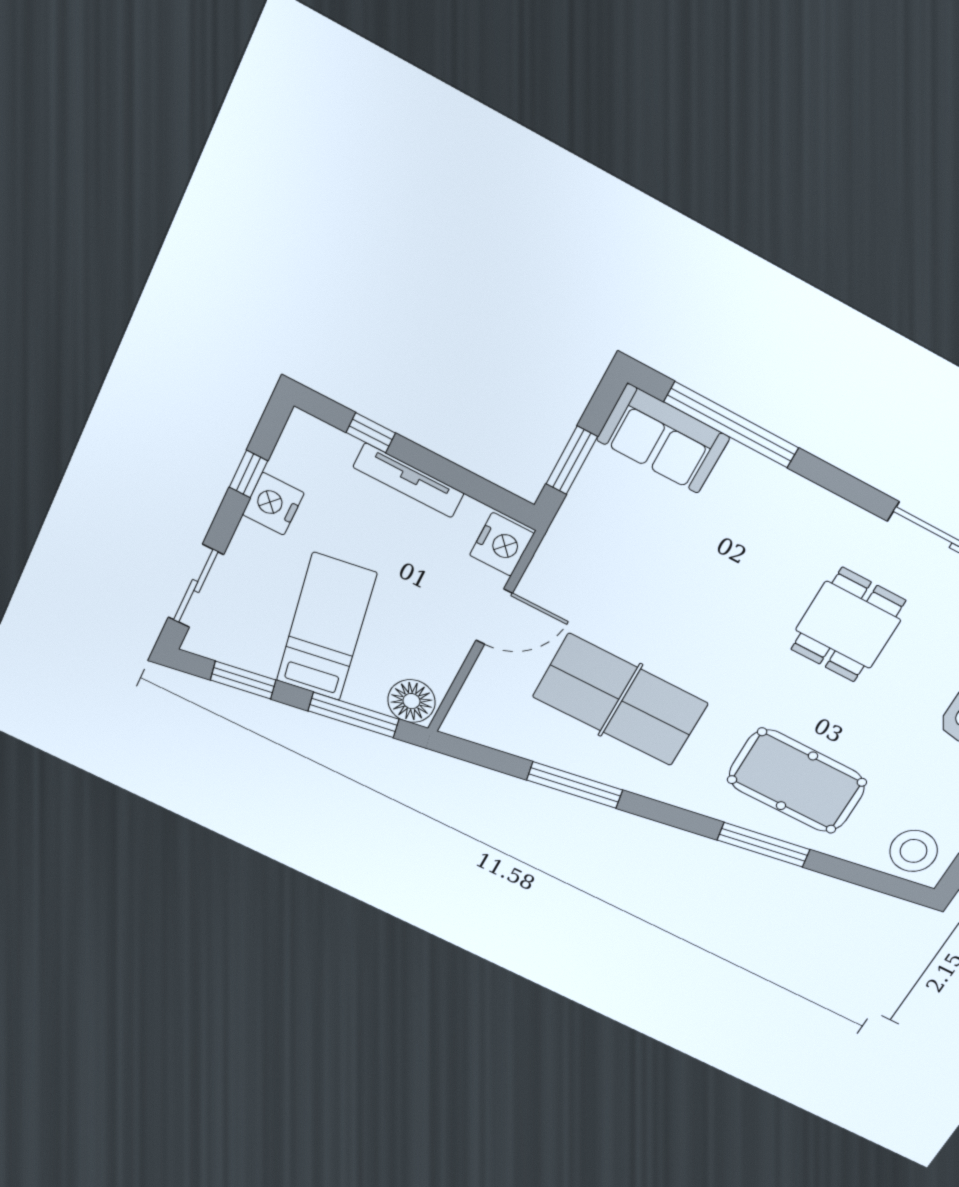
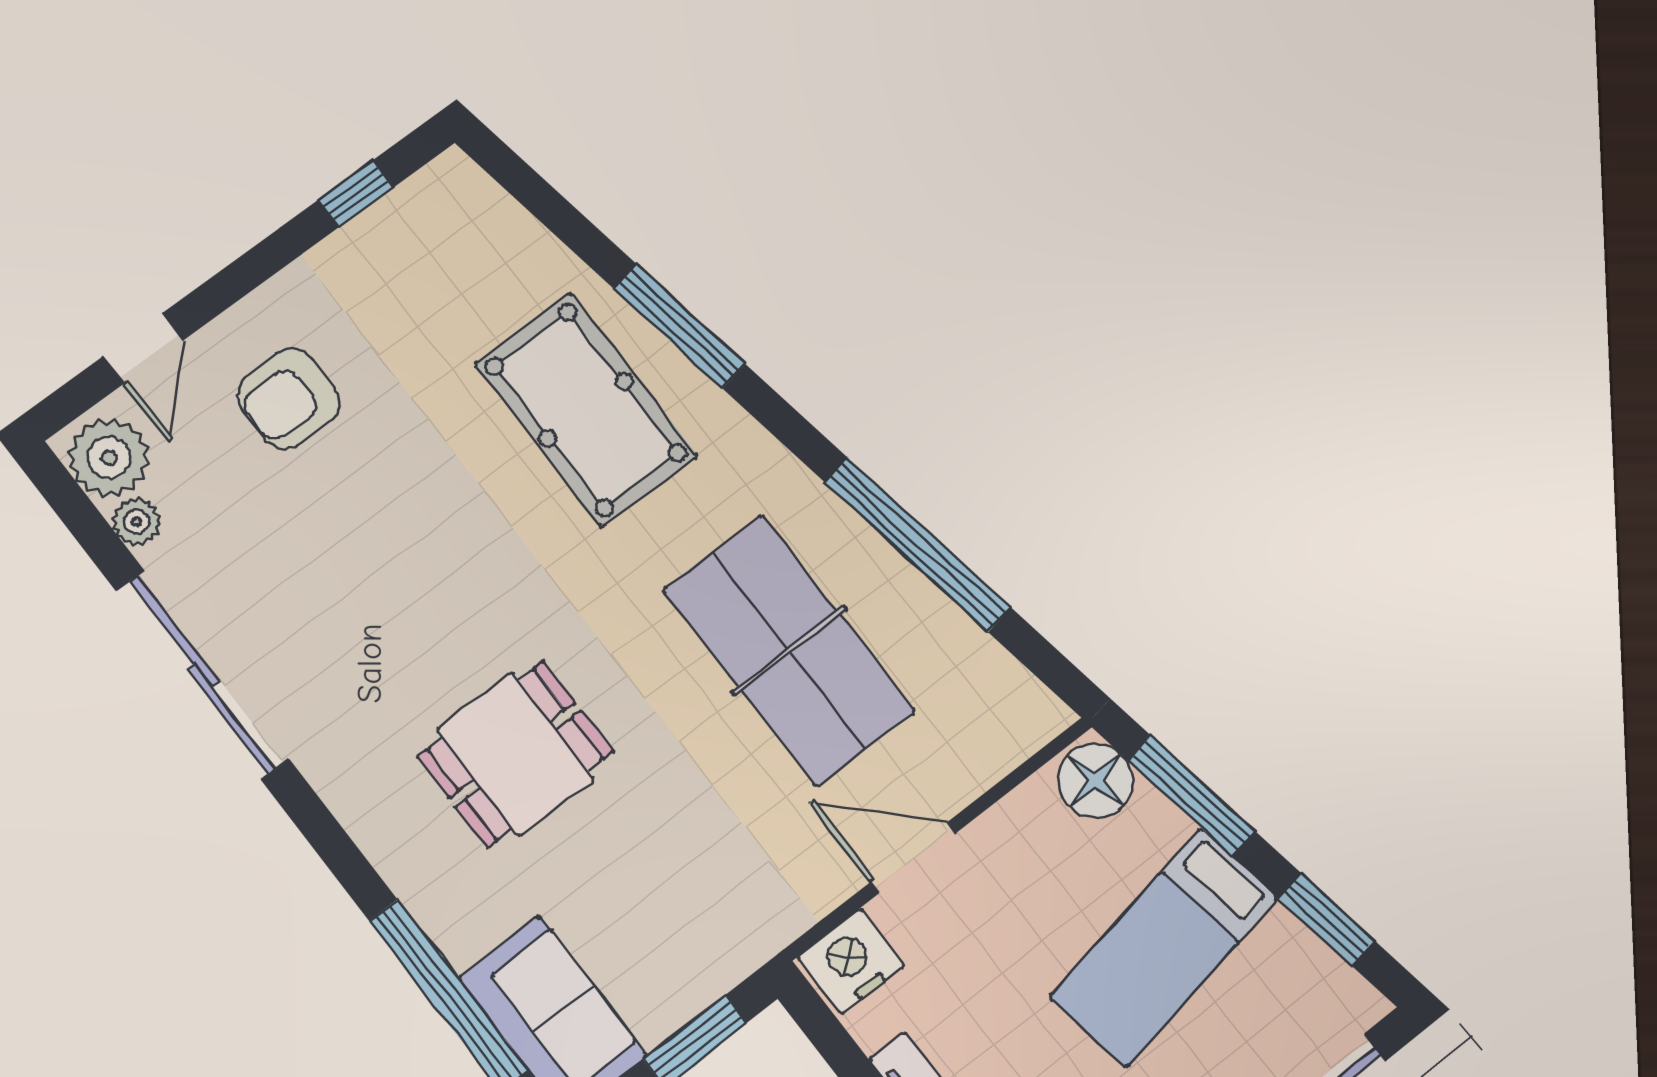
dining table: (848, 625) -> (515, 754), moved
window: (575, 785) -> (918, 545), width x1.46
stool: (914, 851) -> (460, 220), removed

